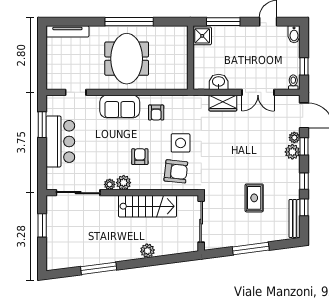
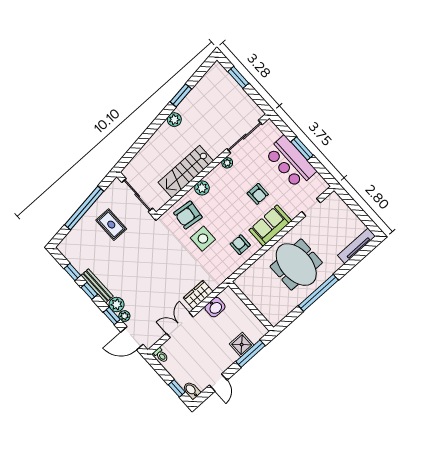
shower: (202, 36) -> (242, 345), moved
window: (304, 66) -> (177, 388), moved
window: (42, 125) -> (302, 148), moved
armchair: (140, 157) -> (258, 194), moved
plant: (124, 183) -> (202, 188), moved
rug: (254, 198) -> (111, 225), moved
bench: (295, 218) -> (97, 286), moved
window: (42, 225) -> (238, 77), moved
window: (251, 248) -> (84, 208), width x1.46
plant: (147, 251) -> (174, 120), moved
window: (99, 268) -> (181, 95), width x0.69

